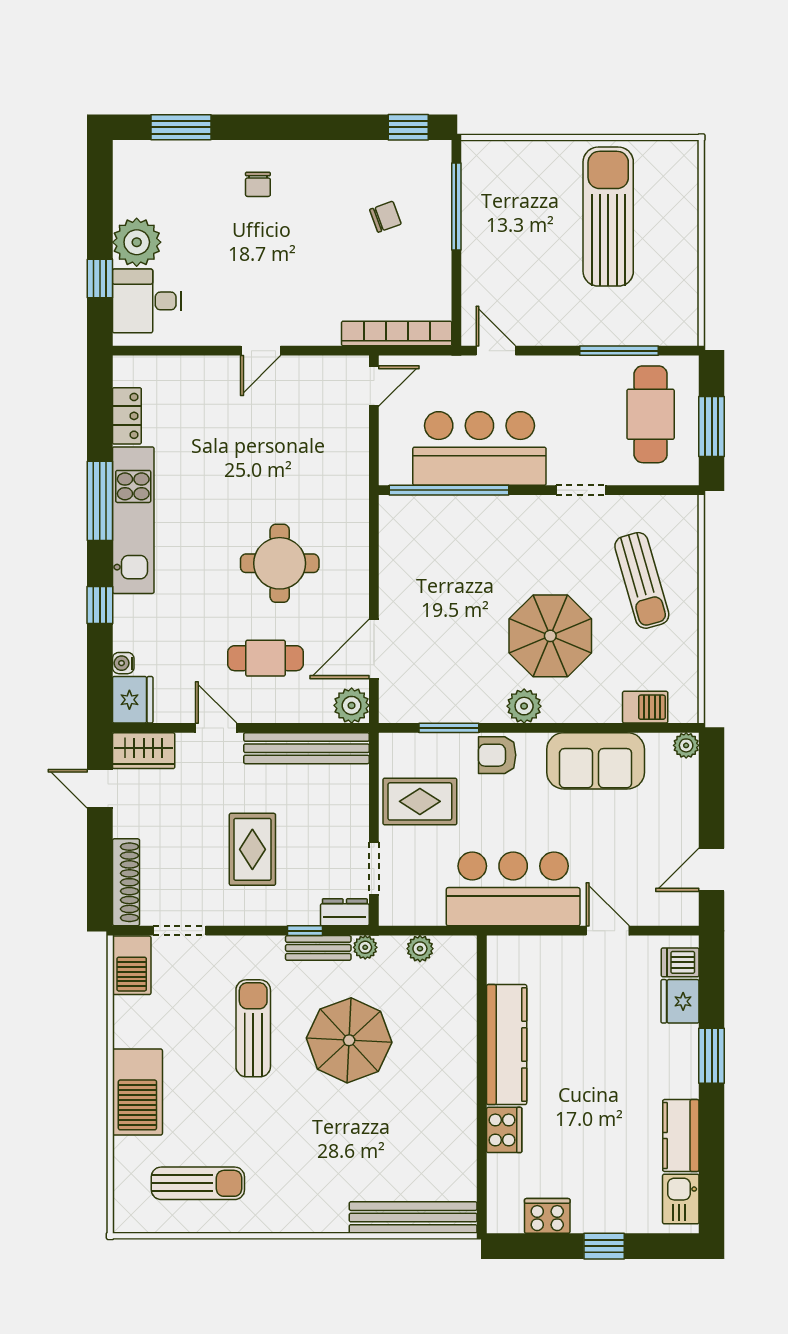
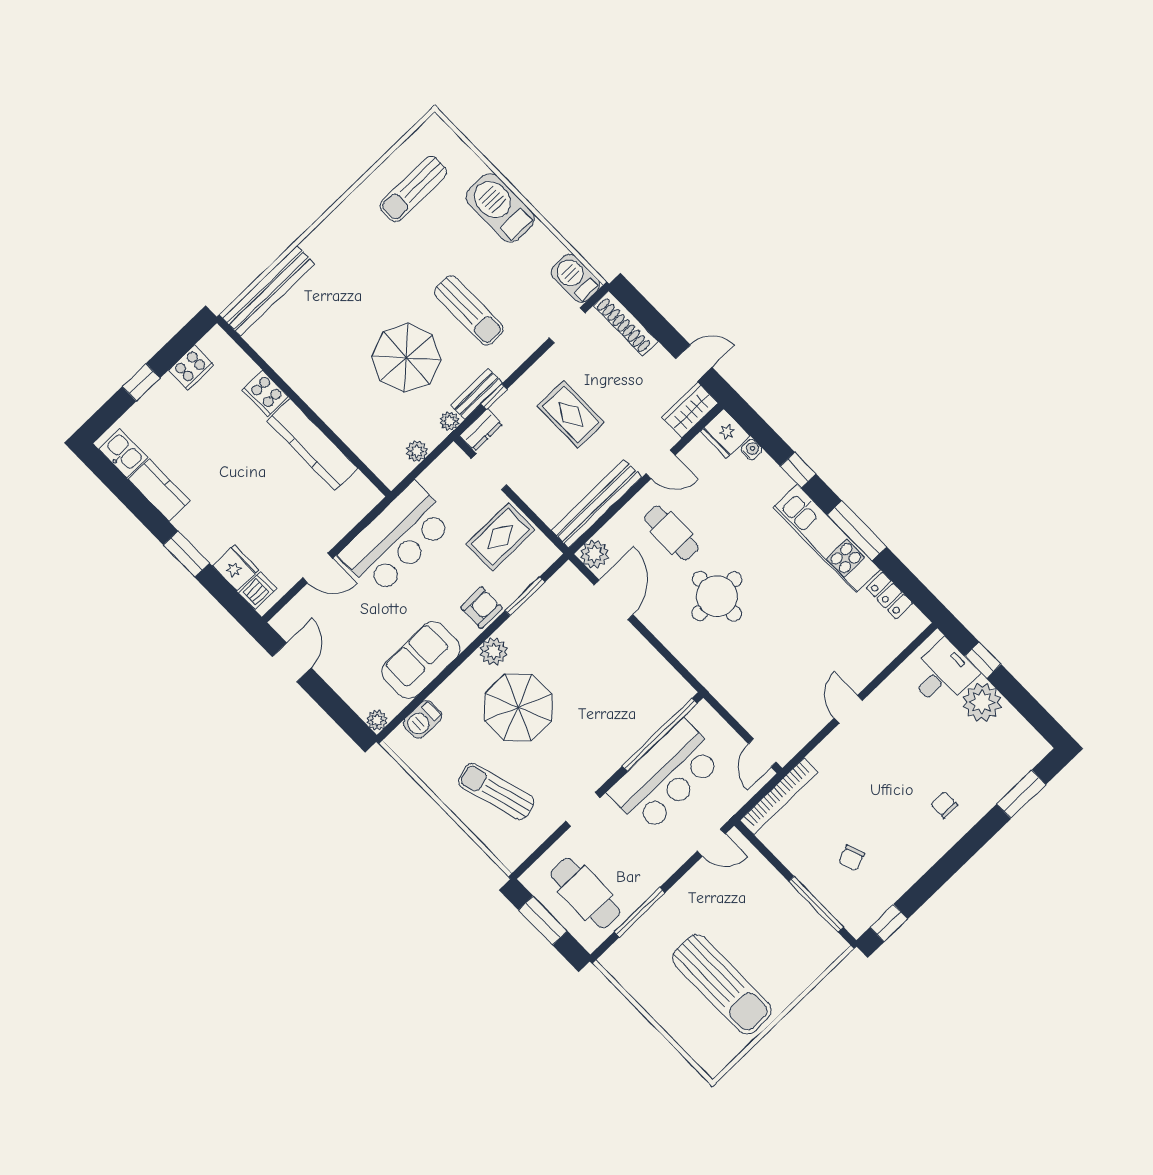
cafe table: (266, 658) -> (671, 533), turned 90

